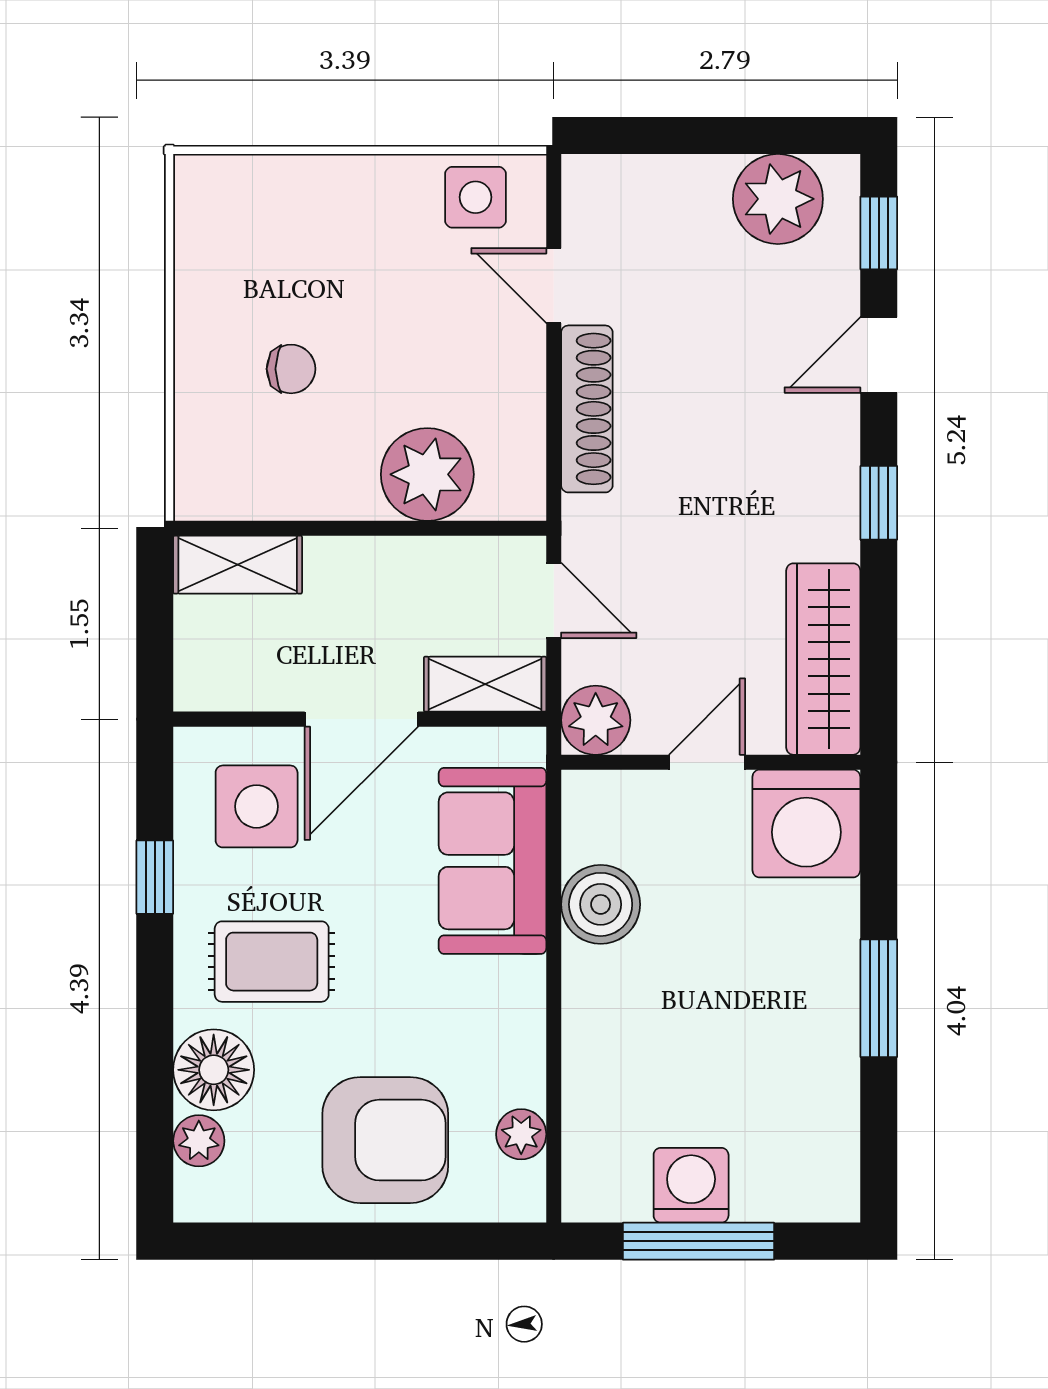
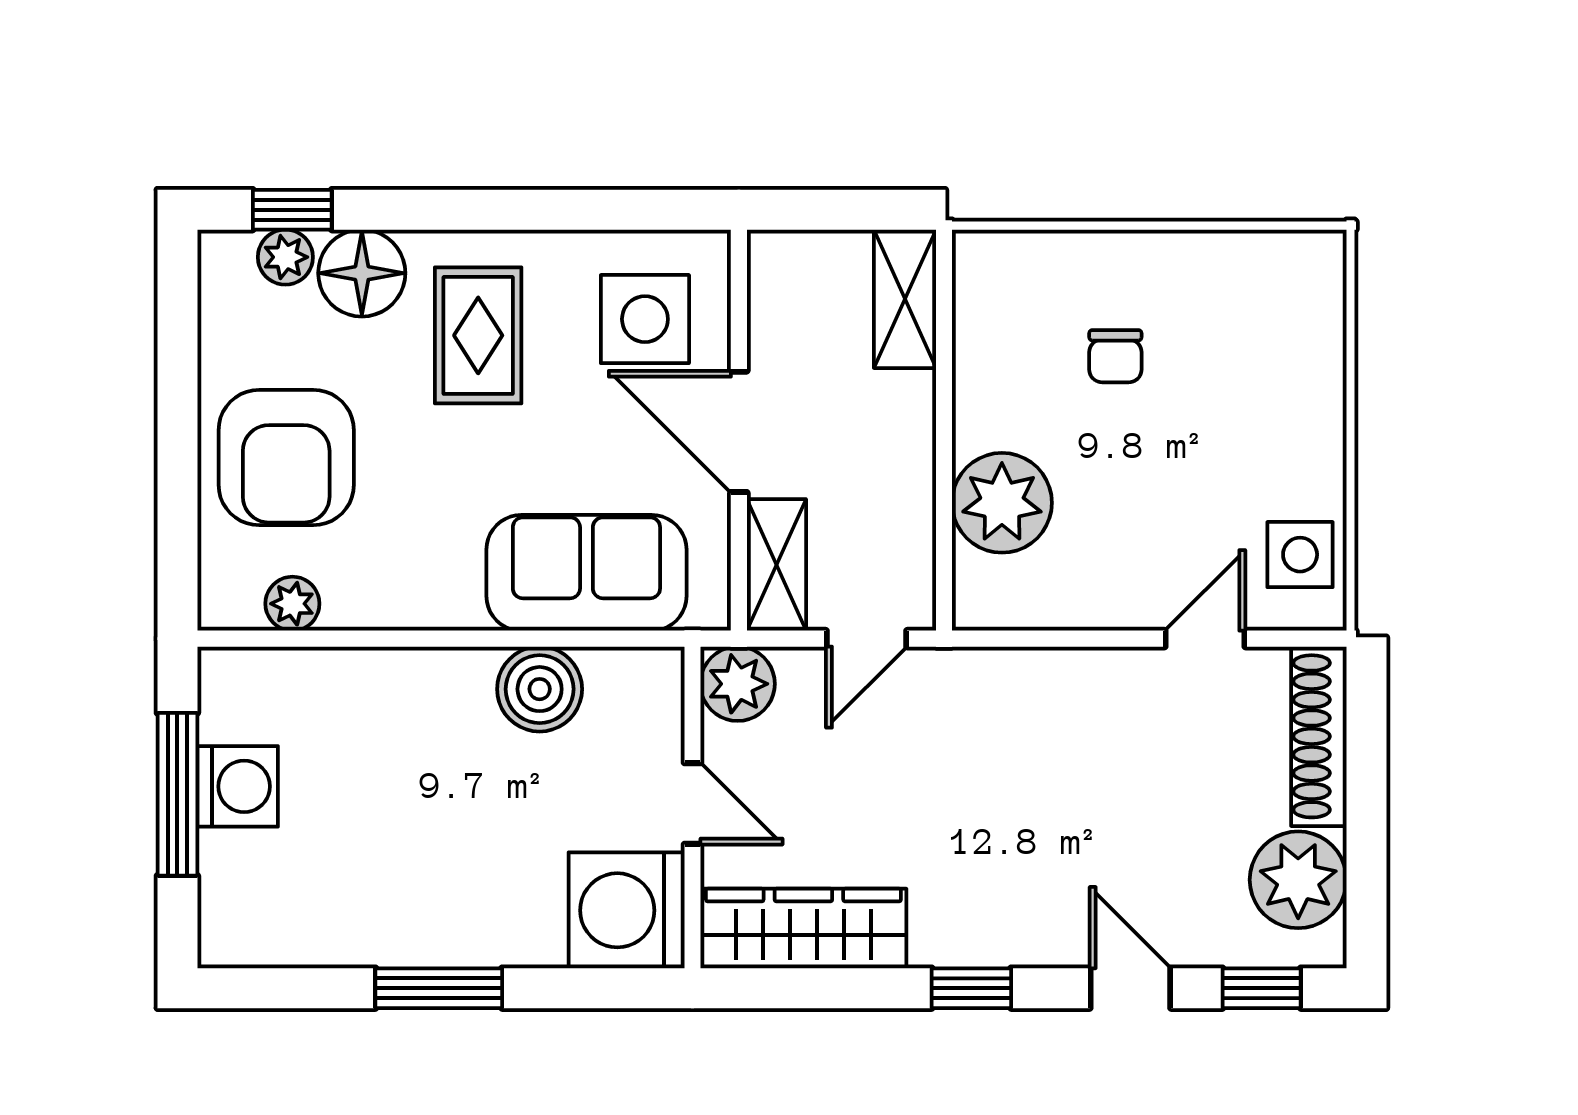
shoe rack: (587, 409) -> (1319, 736), moved, turned 90
window: (155, 877) -> (292, 210), moved

